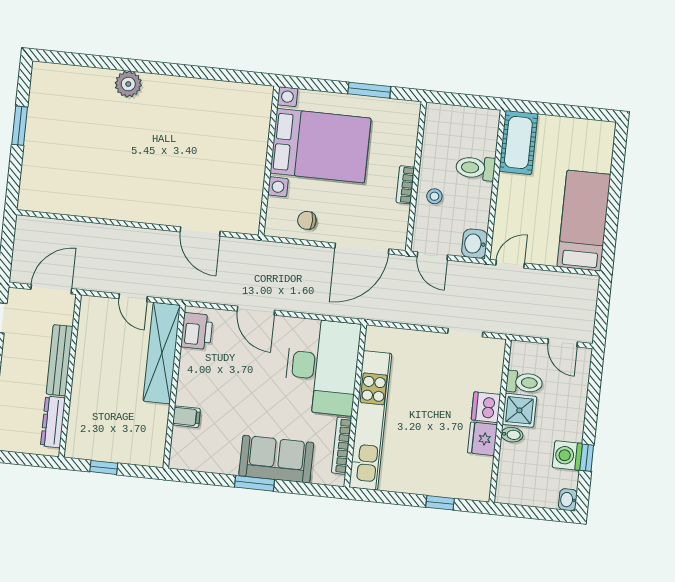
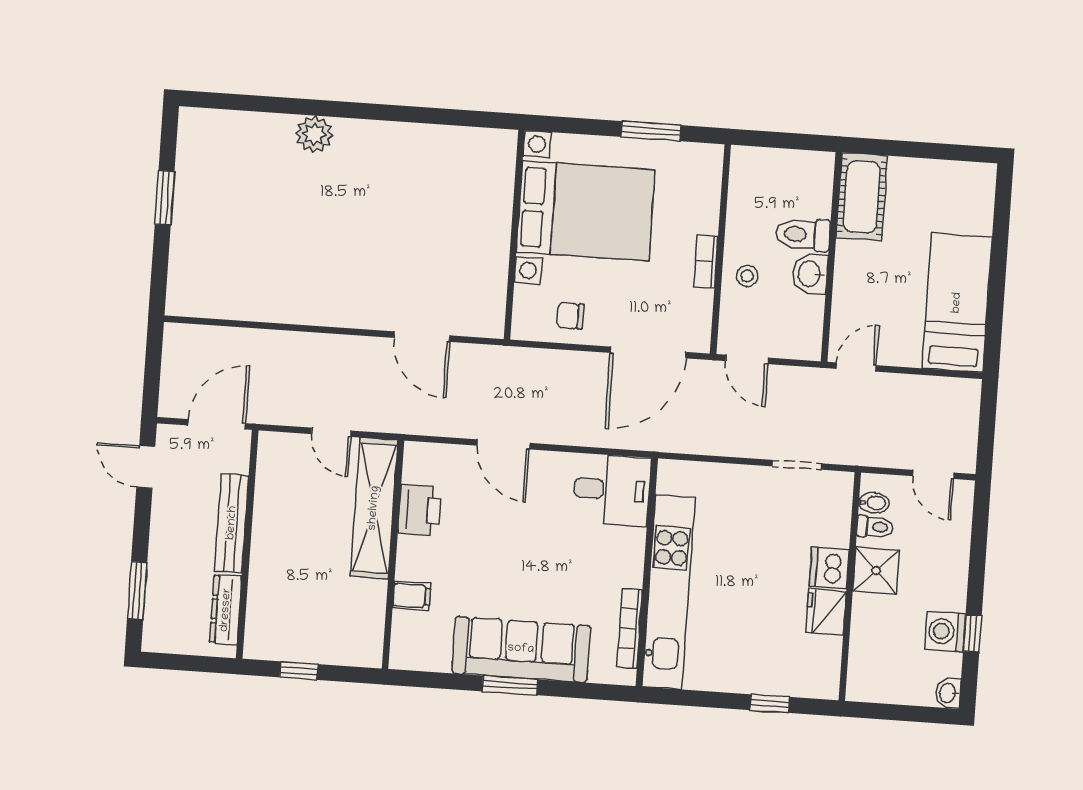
washbasin: (475, 244) -> (810, 274), moved
printer: (197, 331) -> (420, 510), moved
desk: (322, 367) -> (612, 490), width x0.53, depth x0.77
toilet: (524, 382) -> (875, 527), width x0.73, depth x0.72
bidet: (512, 435) -> (874, 503), moved
sofa: (276, 459) -> (521, 649), width x1.36

